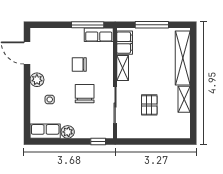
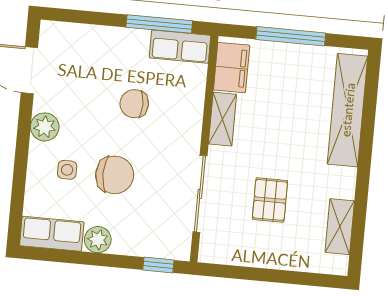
chair: (85, 94) -> (115, 175), moved, turned 90
shelving: (184, 99) -> (340, 227), moved

